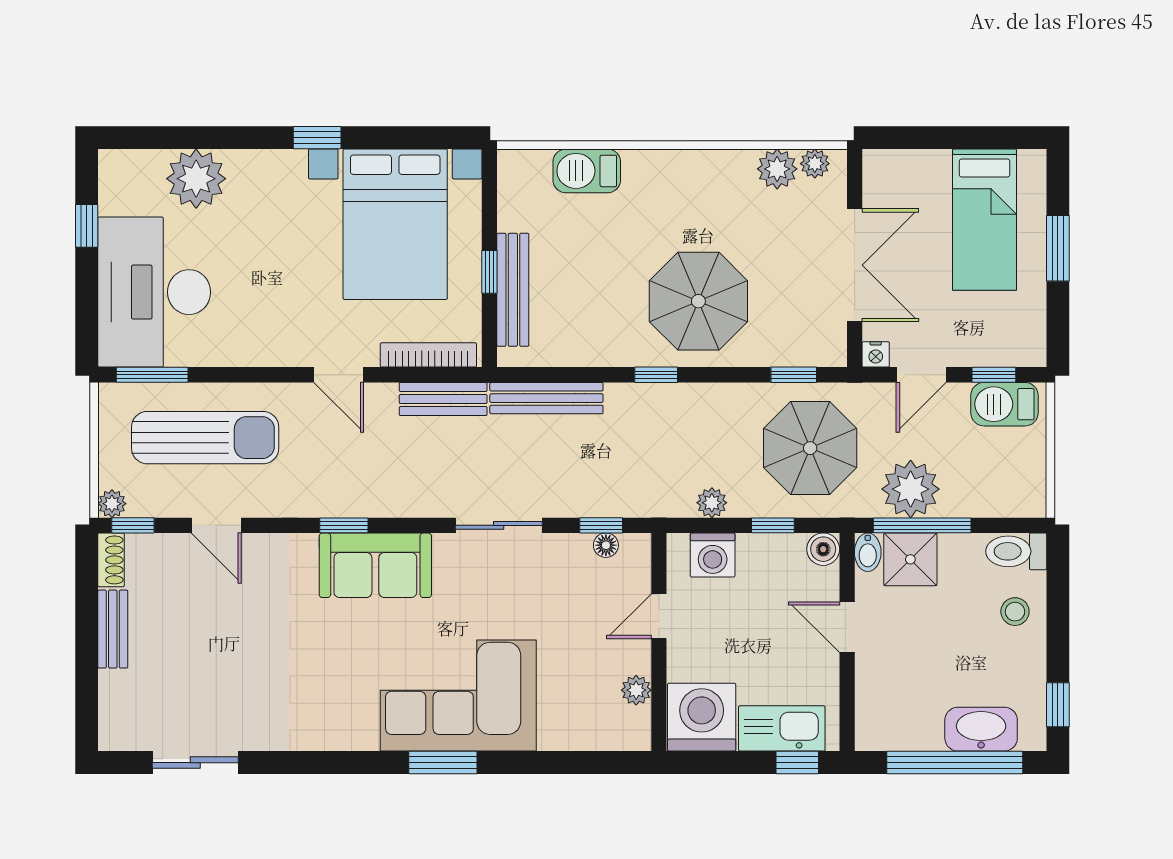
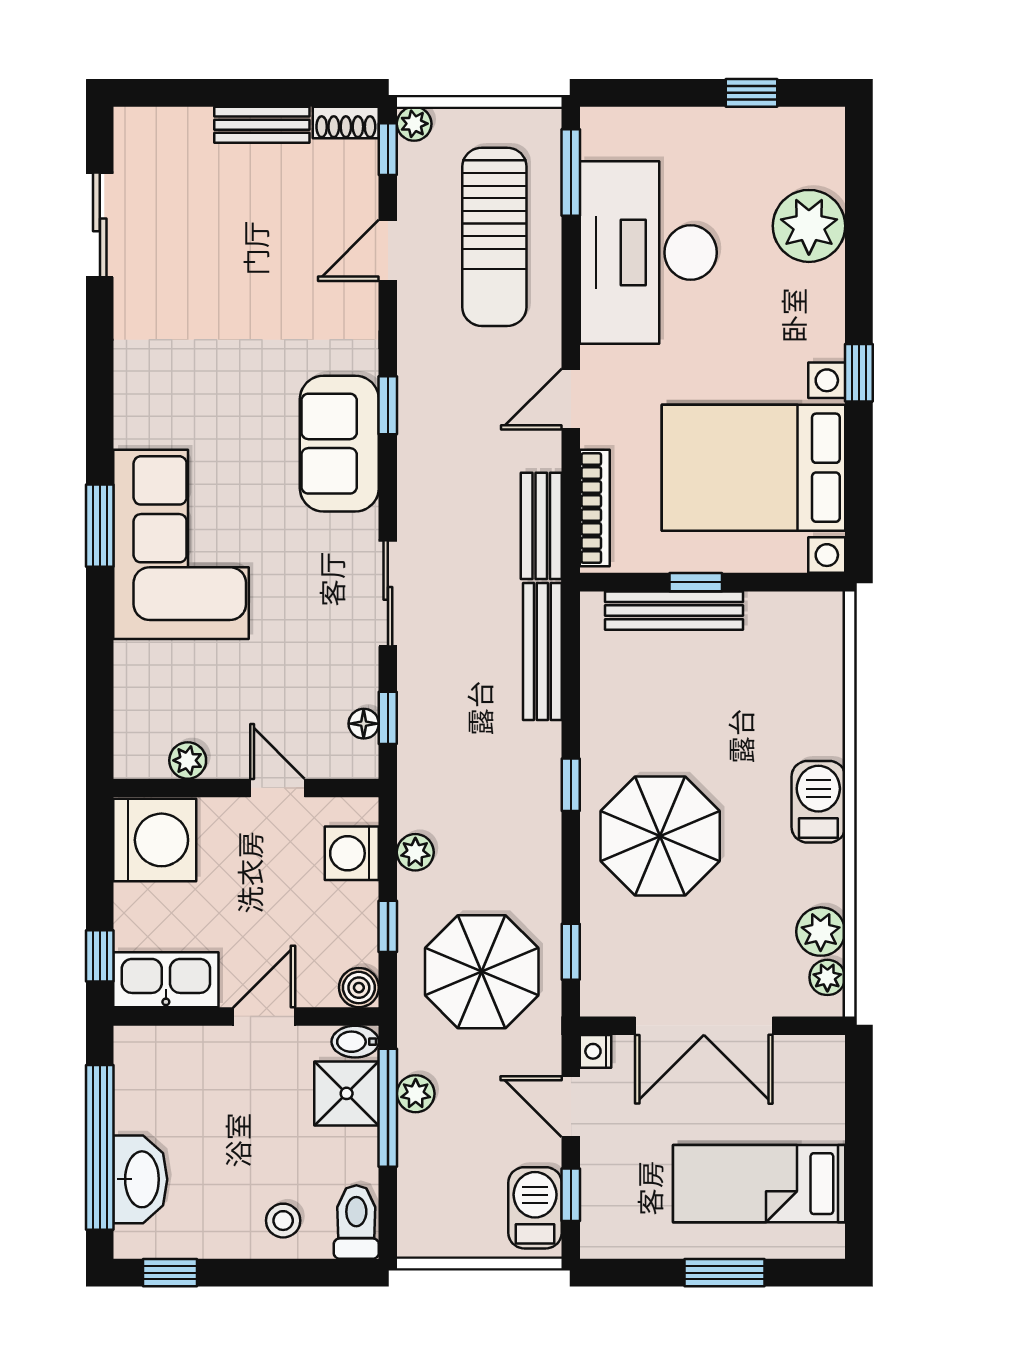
barbecue: (587, 171) -> (818, 802), moved
desk: (154, 292) -> (648, 253), moved, turned -90
plant: (911, 489) -> (416, 1094), width x0.53, depth x0.53
kitchen sink: (782, 728) -> (166, 980), moved, turned -90

